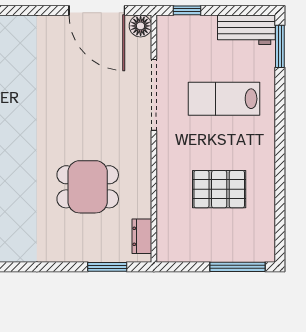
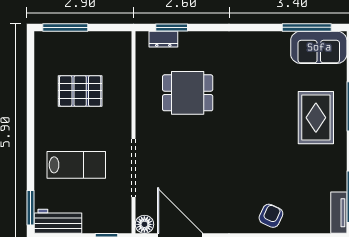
dresser: (142, 236) -> (163, 39), moved, turned 90

